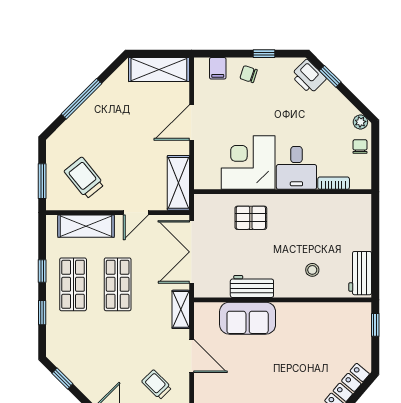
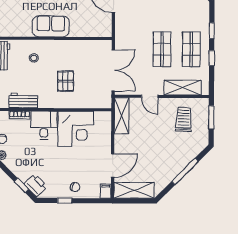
filing cabinet: (218, 68) -> (106, 191), moved
door: (192, 122) -> (113, 165), moved
trolley: (84, 178) -> (184, 119), turned -139
door: (136, 213) -> (150, 96), swing flipped
pallet: (251, 218) -> (66, 81), moved, turned 90
workbench: (252, 286) -> (23, 101), moved, turned 180
shelving: (181, 309) -> (121, 33), removed
sofa: (248, 318) -> (51, 26), moved

